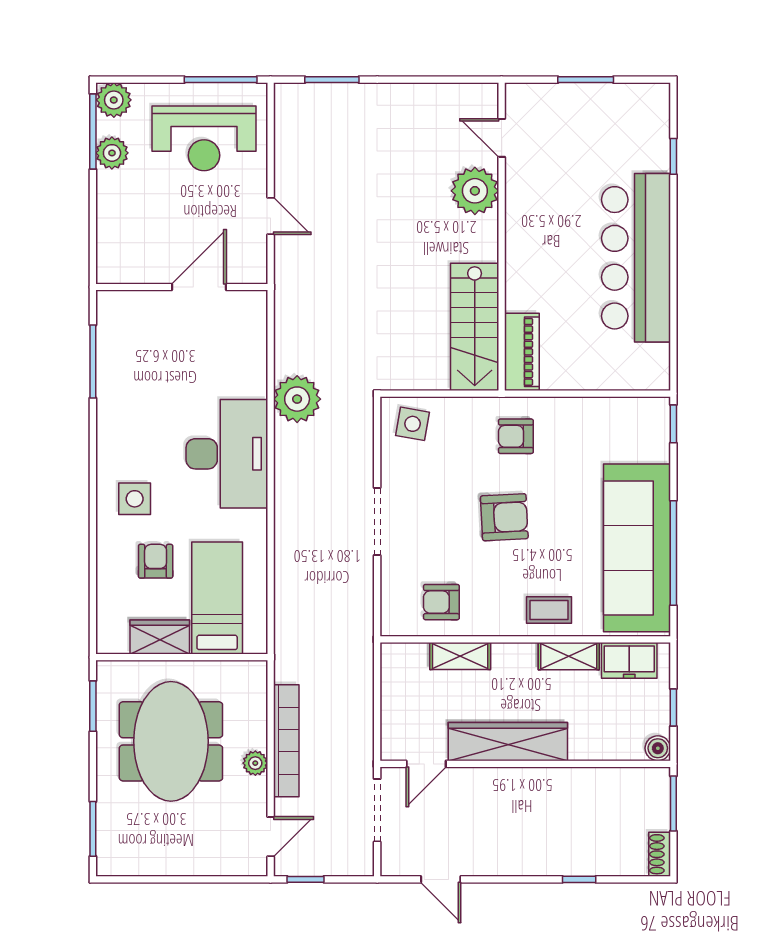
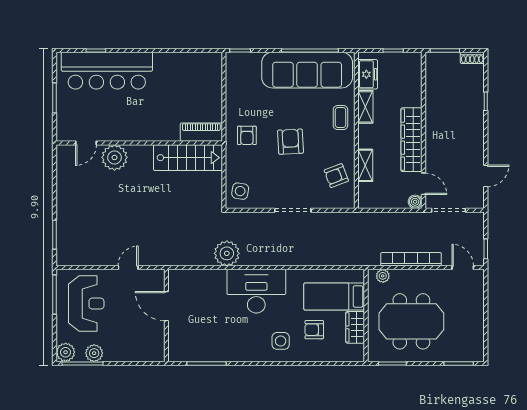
bar counter: (636, 258) -> (107, 71), moved
armchair: (441, 602) -> (336, 176), turned 69
boiler: (658, 748) -> (415, 202), moved
plant: (255, 763) -> (383, 276), moved

